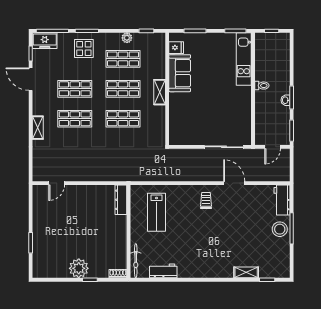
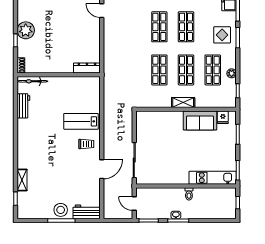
lab bench: (157, 212) -> (81, 121), moved

